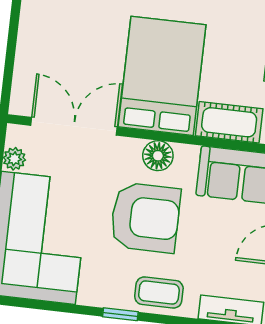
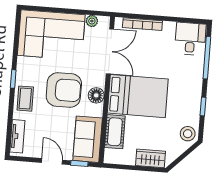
bookcase: (24, 62) -> (142, 24), added
armchair: (145, 218) -> (64, 90), turned -90

